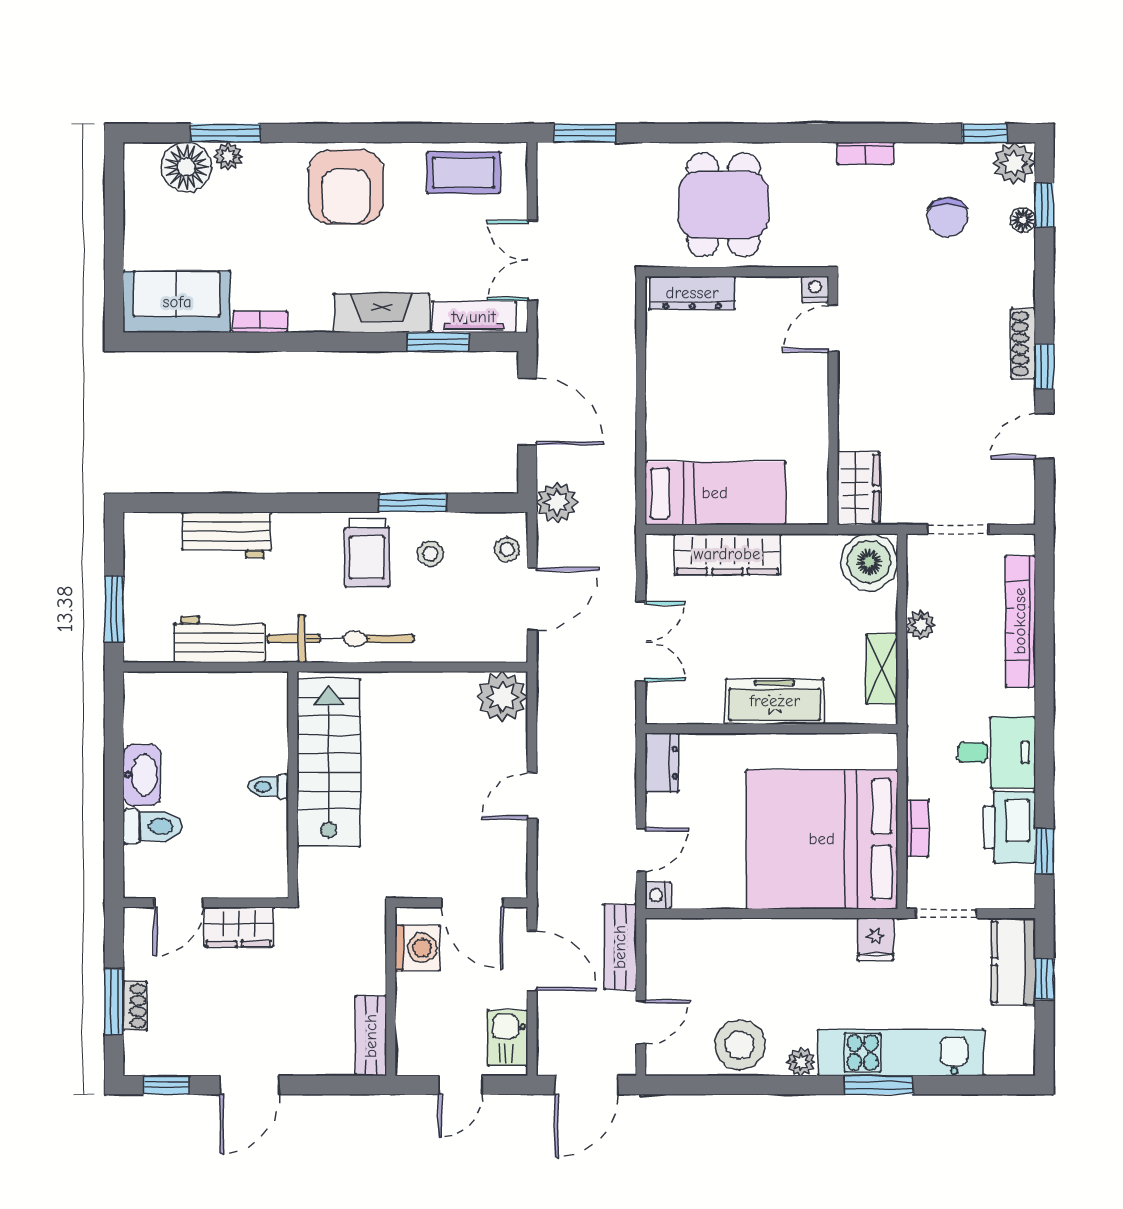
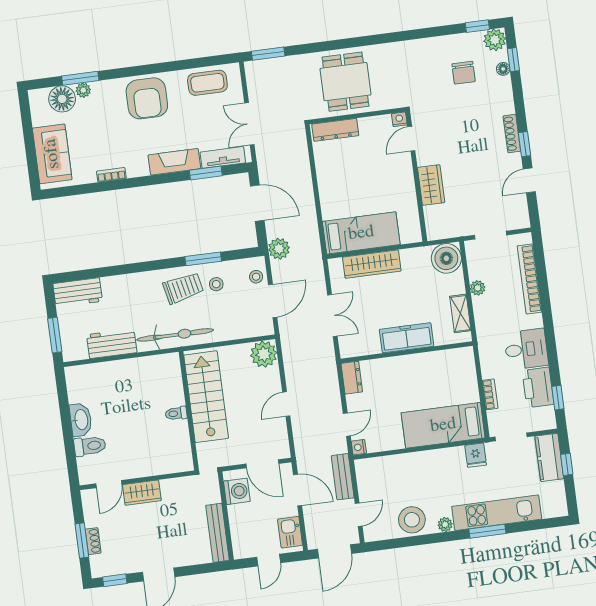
bookcase: (865, 153) -> (416, 45), removed
sofa: (177, 302) -> (52, 154), moved, turned 90
wardrobe: (859, 488) -> (431, 185), moved
workbench: (226, 535) -> (78, 292), moved
trolley: (367, 552) -> (183, 288), turned -102
stairs: (329, 763) -> (206, 397), moved
wall: (293, 785) -> (189, 411), moved
toilet: (268, 787) -> (176, 413), moved
bed: (822, 839) -> (443, 425), width x0.49
bench: (371, 1036) -> (217, 533), width x1.36

